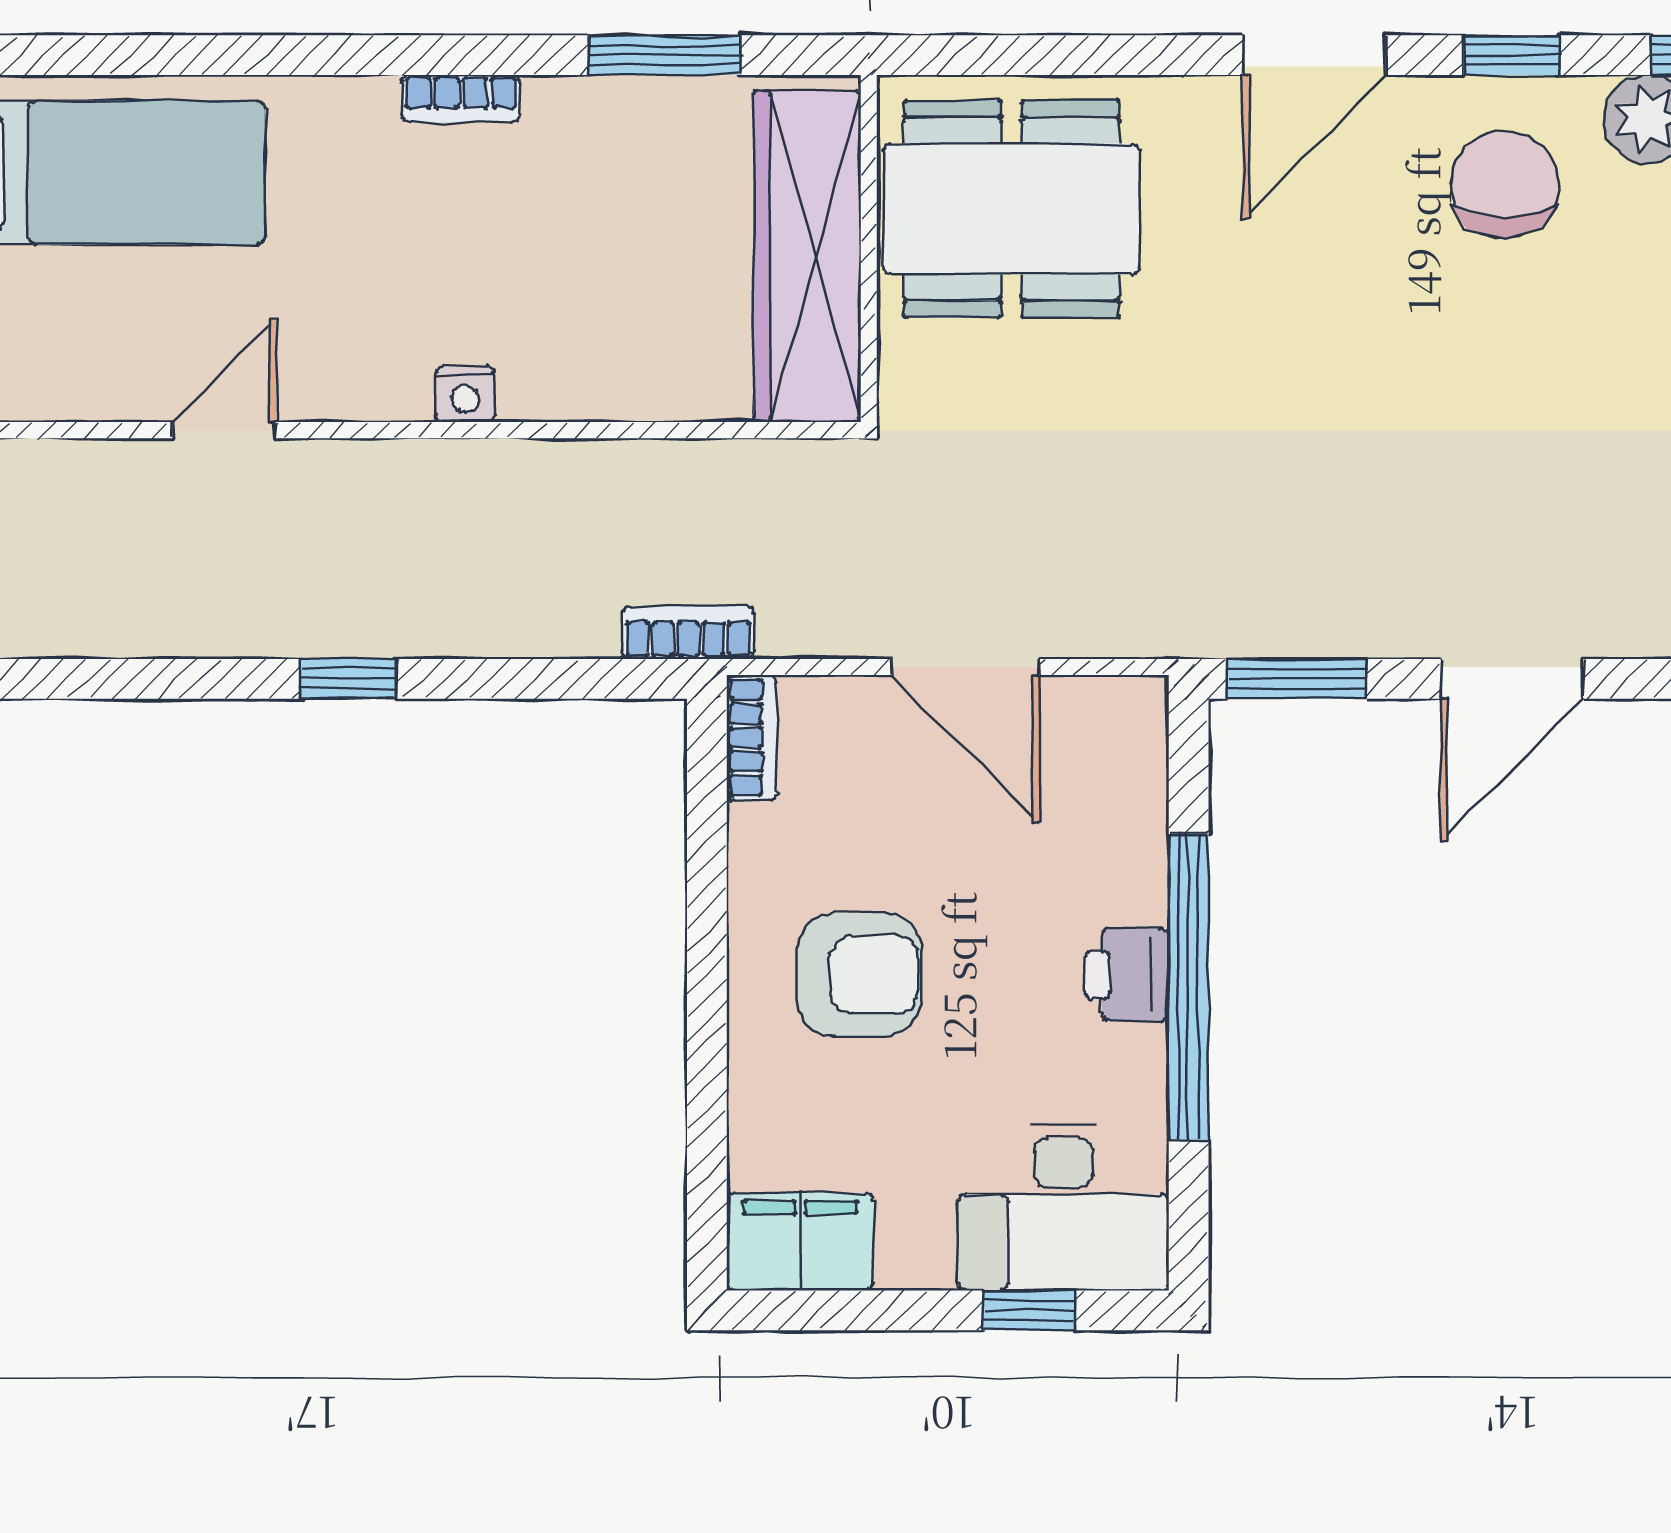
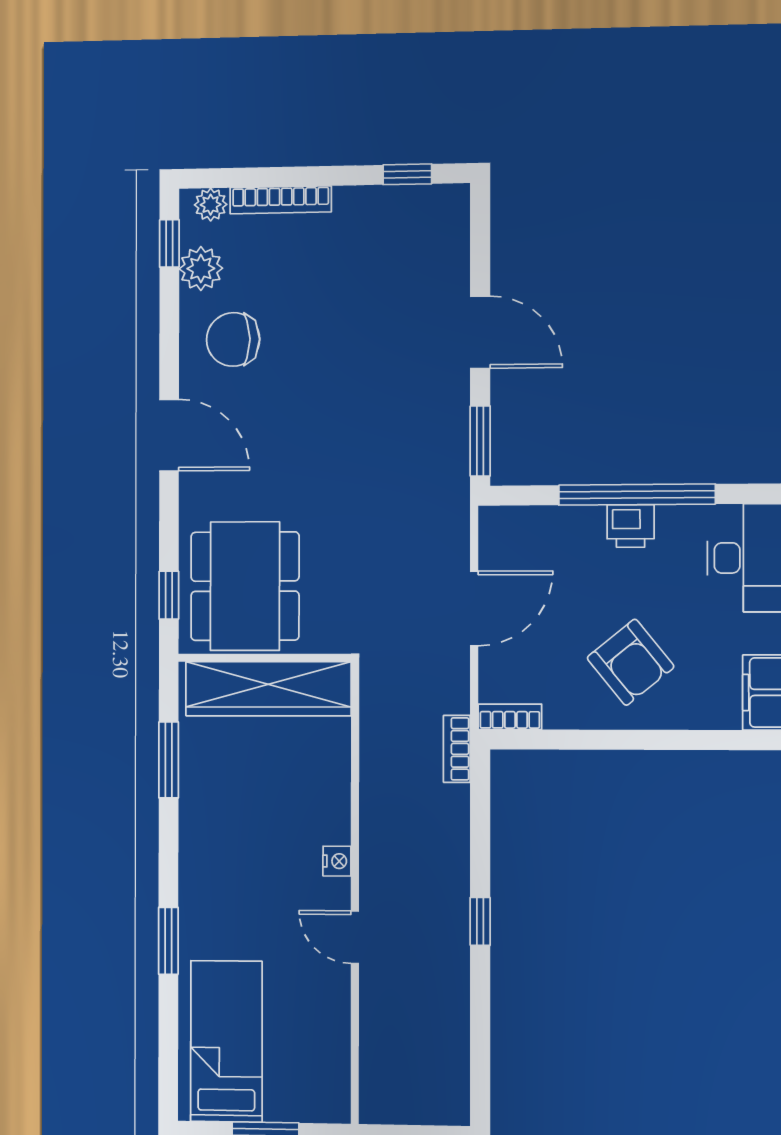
window: (304, 55) -> (168, 941), added
window: (1512, 55) -> (169, 595), moved
bookcase: (461, 99) -> (190, 862), removed
door: (224, 430) -> (355, 937), moved
armchair: (859, 975) -> (631, 662), turned 141

